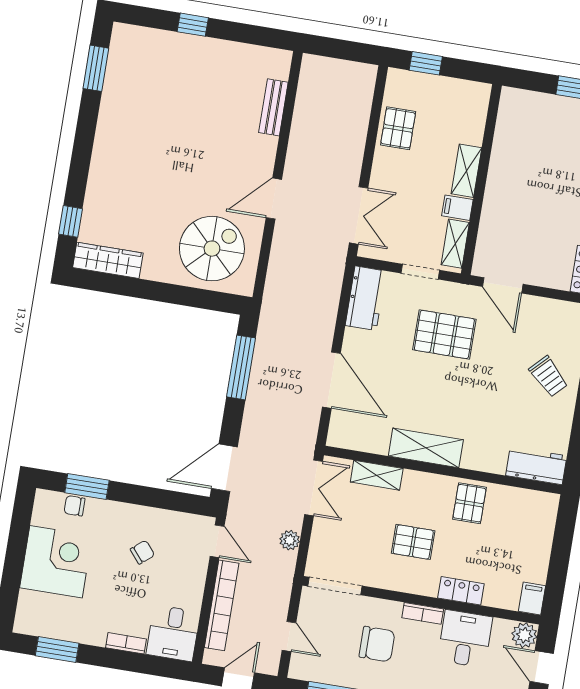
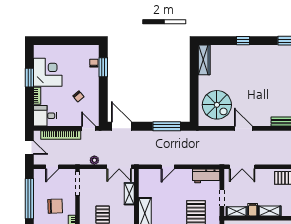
window: (71, 221) -> (243, 41), moved
door: (331, 380) -> (168, 167), width x0.53
door: (217, 541) -> (89, 128), swing flipped
corner desk: (56, 562) -> (48, 72), moved, turned -90
chair: (377, 644) -> (55, 206), turned -92
window: (57, 649) -> (29, 78), moved

